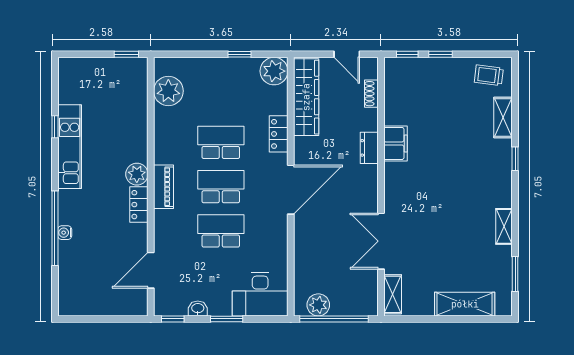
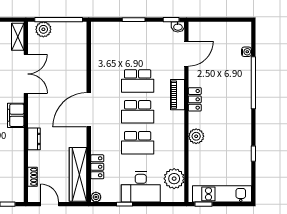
plant: (274, 71) -> (96, 197), width x0.53, depth x0.53
locker: (279, 134) -> (97, 167), moved
filing cabinet: (395, 143) -> (16, 115), moved
kitchen unit: (70, 147) -> (222, 194), moved, turned 90
plant: (137, 174) -> (196, 136), moved
piano: (163, 187) -> (178, 95), moved
water cooler: (65, 233) -> (246, 52), moved
desk: (260, 294) -> (141, 187), moved, turned 180
plant: (318, 305) -> (43, 29), moved
washbasin: (198, 309) -> (178, 27), moved

